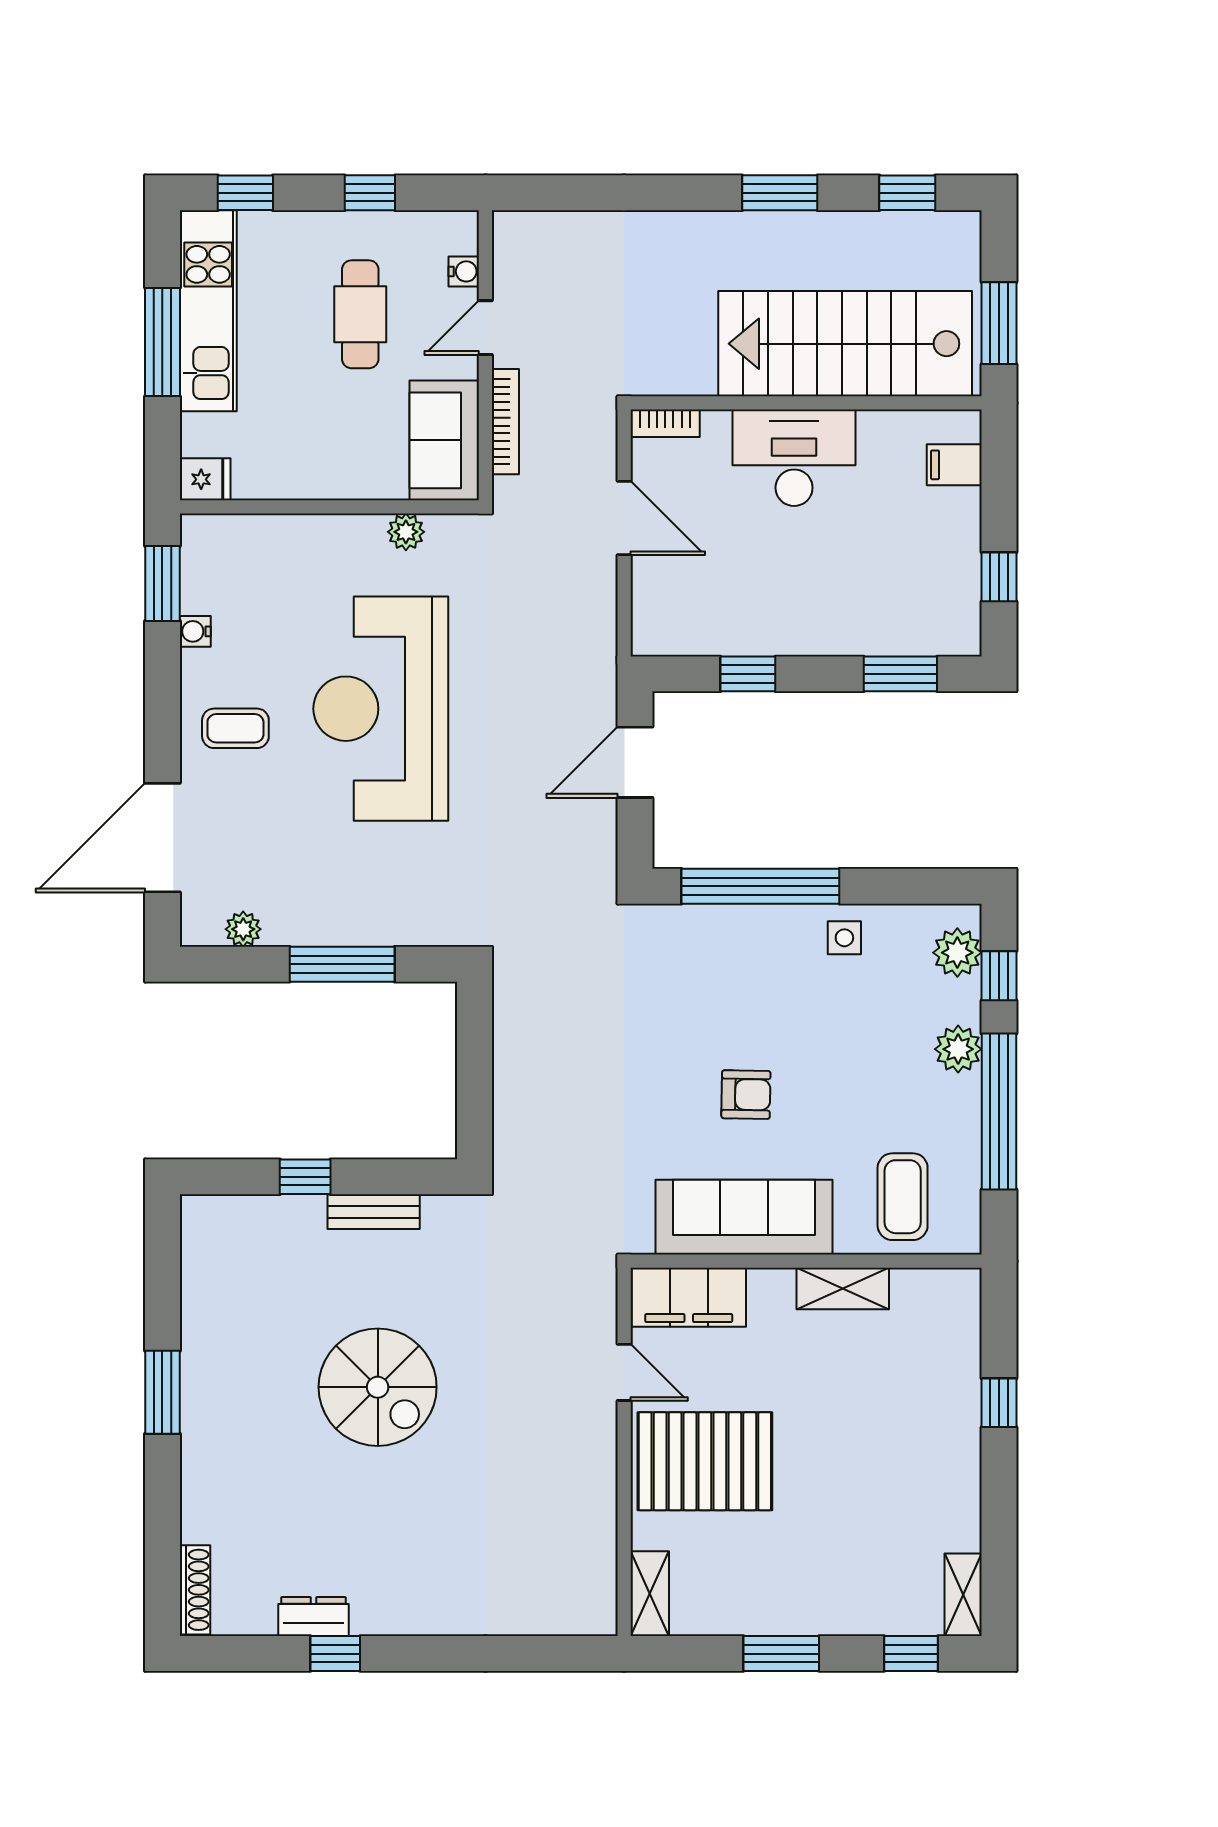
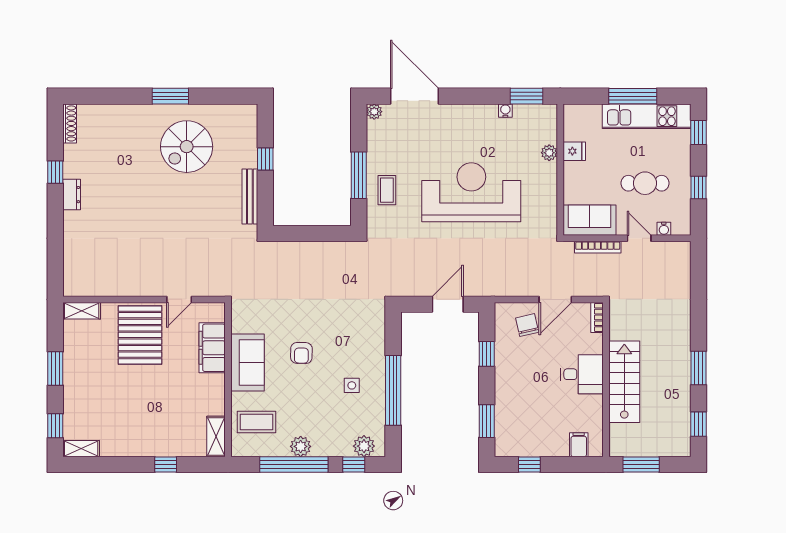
stairs: (845, 344) -> (624, 382), width x0.73, depth x0.66
desk: (794, 458) -> (582, 374), width x0.73
fridge: (205, 479) -> (574, 151), moved, turned -90
plant: (406, 532) -> (549, 153), moved
chair: (682, 582) -> (527, 325), added
coffee table: (235, 728) -> (387, 190), moved
door: (635, 762) -> (448, 304), hinge flipped
window: (760, 886) -> (393, 390), moved
plant: (243, 929) -> (374, 112), moved
side table: (844, 938) -> (352, 385), moved
plant: (958, 1049) -> (301, 446), moved
bench: (374, 1212) -> (250, 196), width x1.36
sofa: (744, 1217) -> (247, 363), width x0.73
shelving: (843, 1289) -> (216, 437), moved
filing cabinet: (689, 1297) -> (212, 348), moved
spiral stairs: (378, 1387) -> (187, 147), moved
shoe rack: (195, 1590) -> (70, 123), moved, turned -90
dresser: (314, 1616) -> (72, 195), moved

